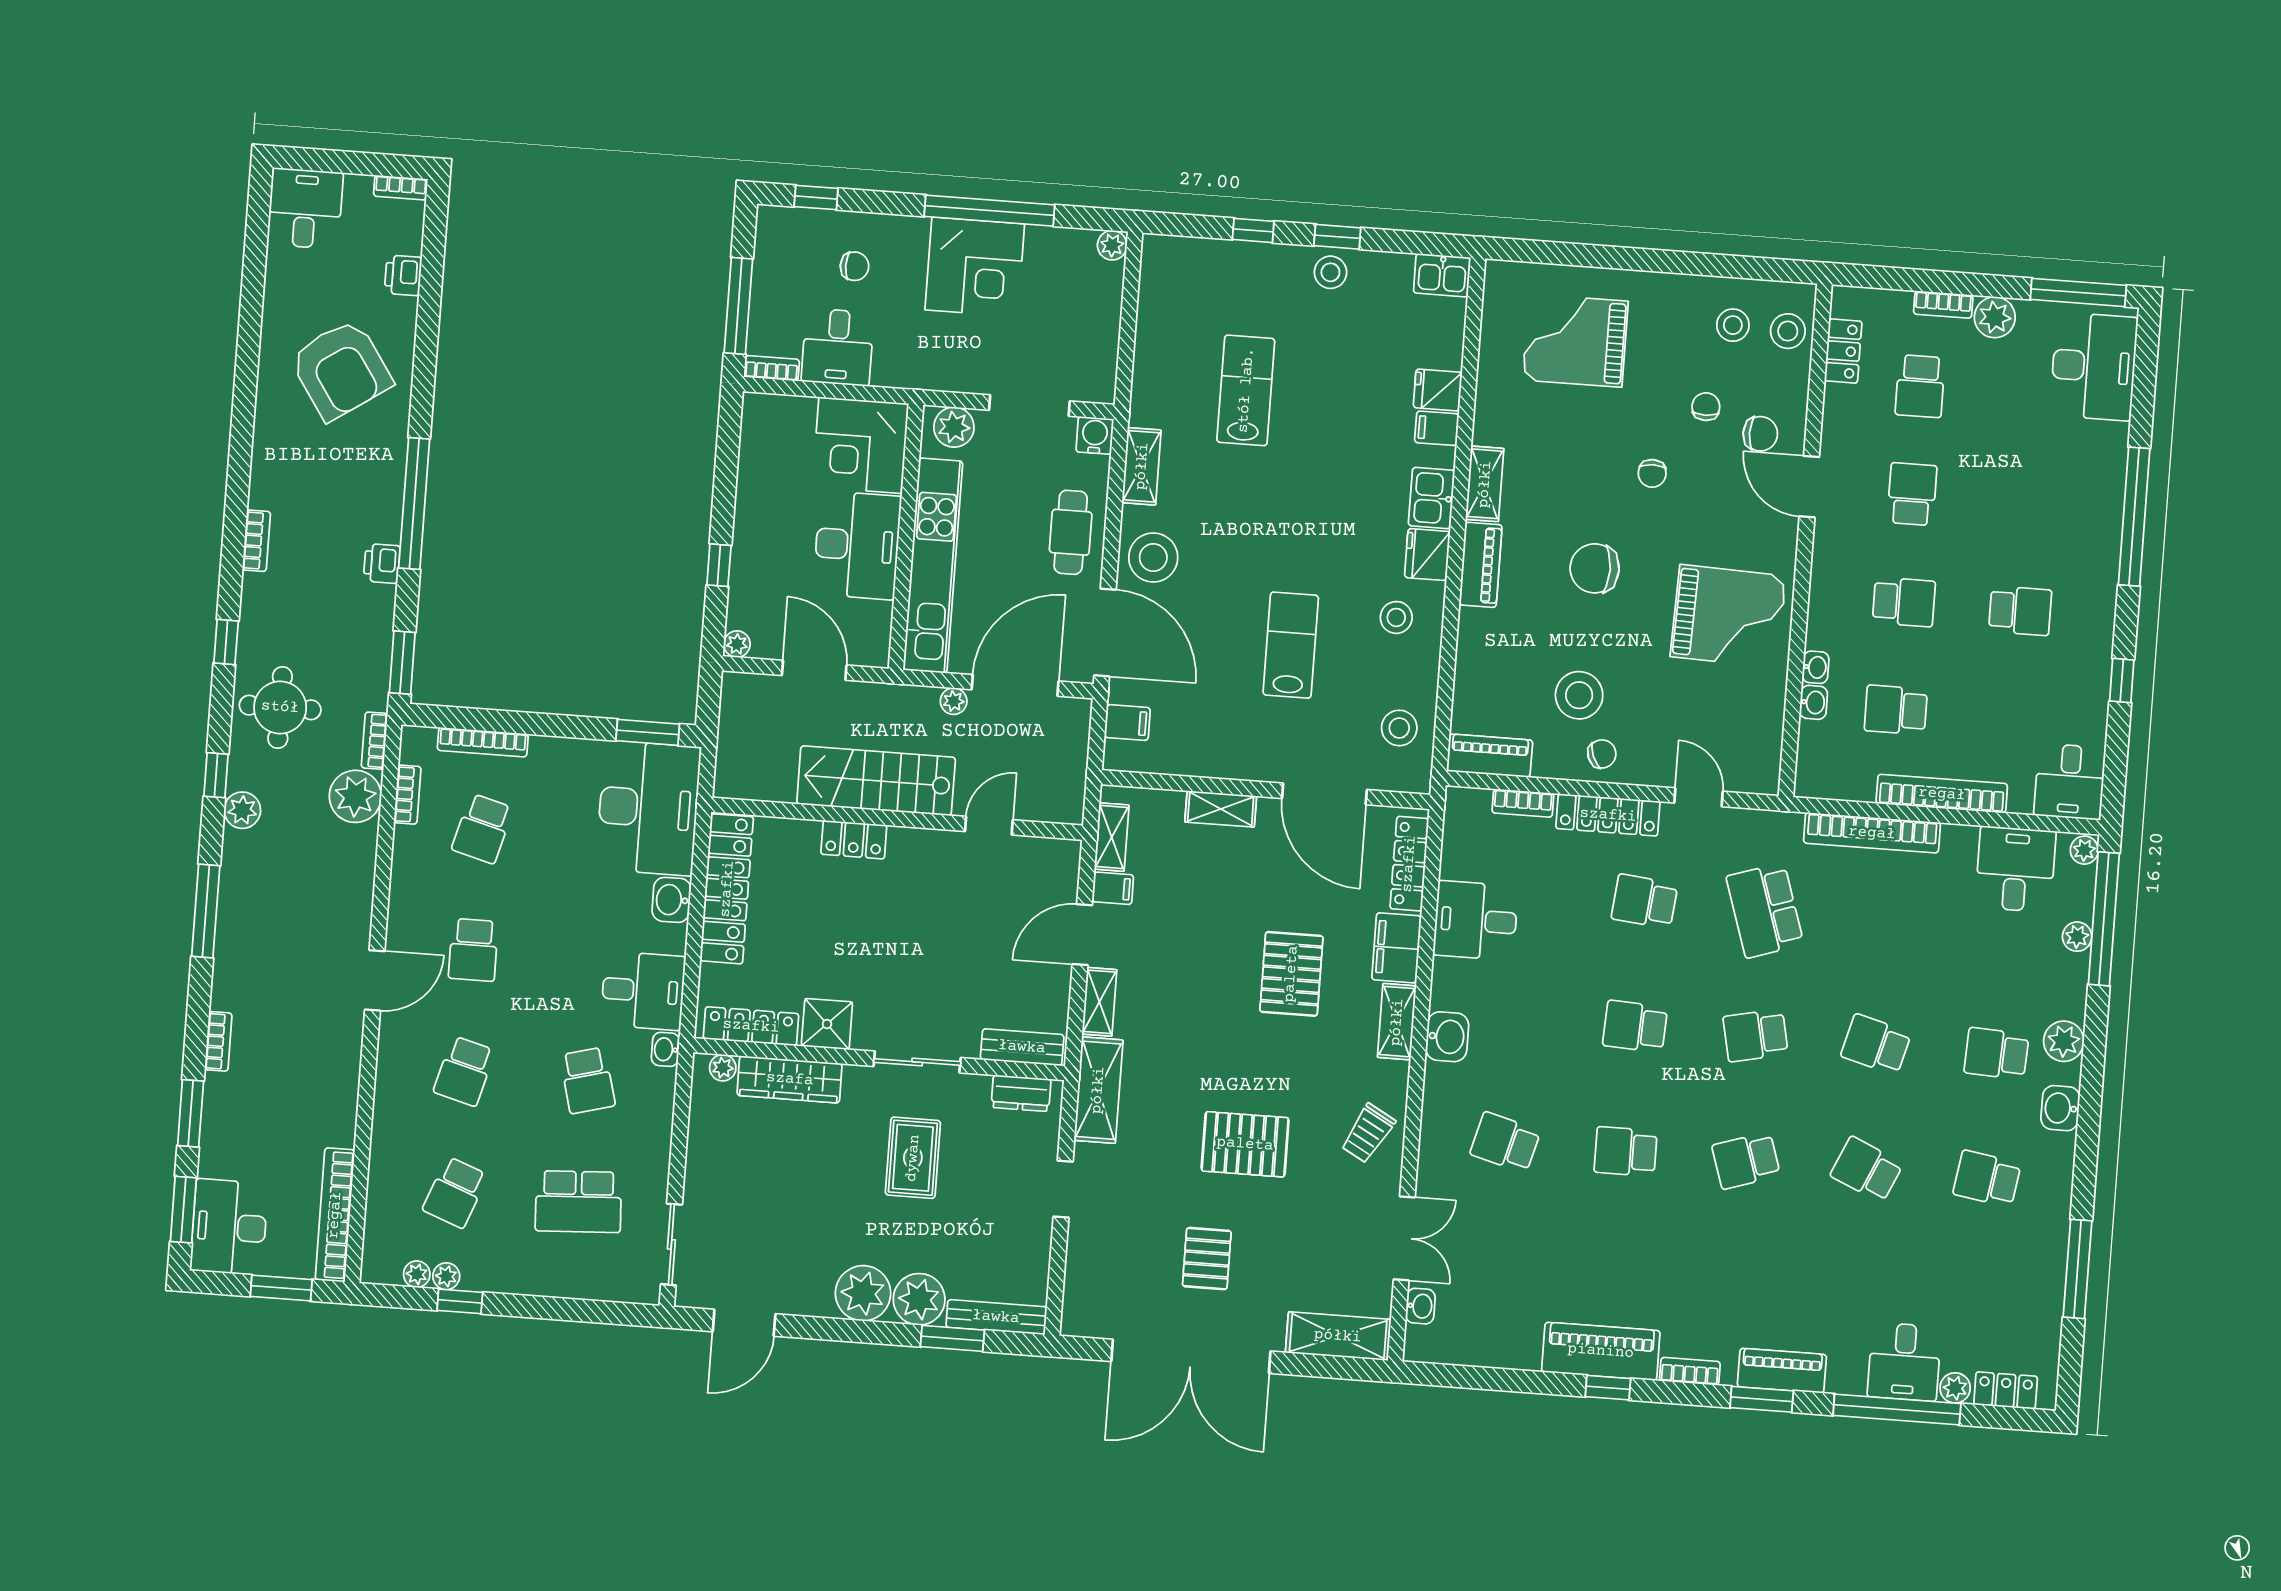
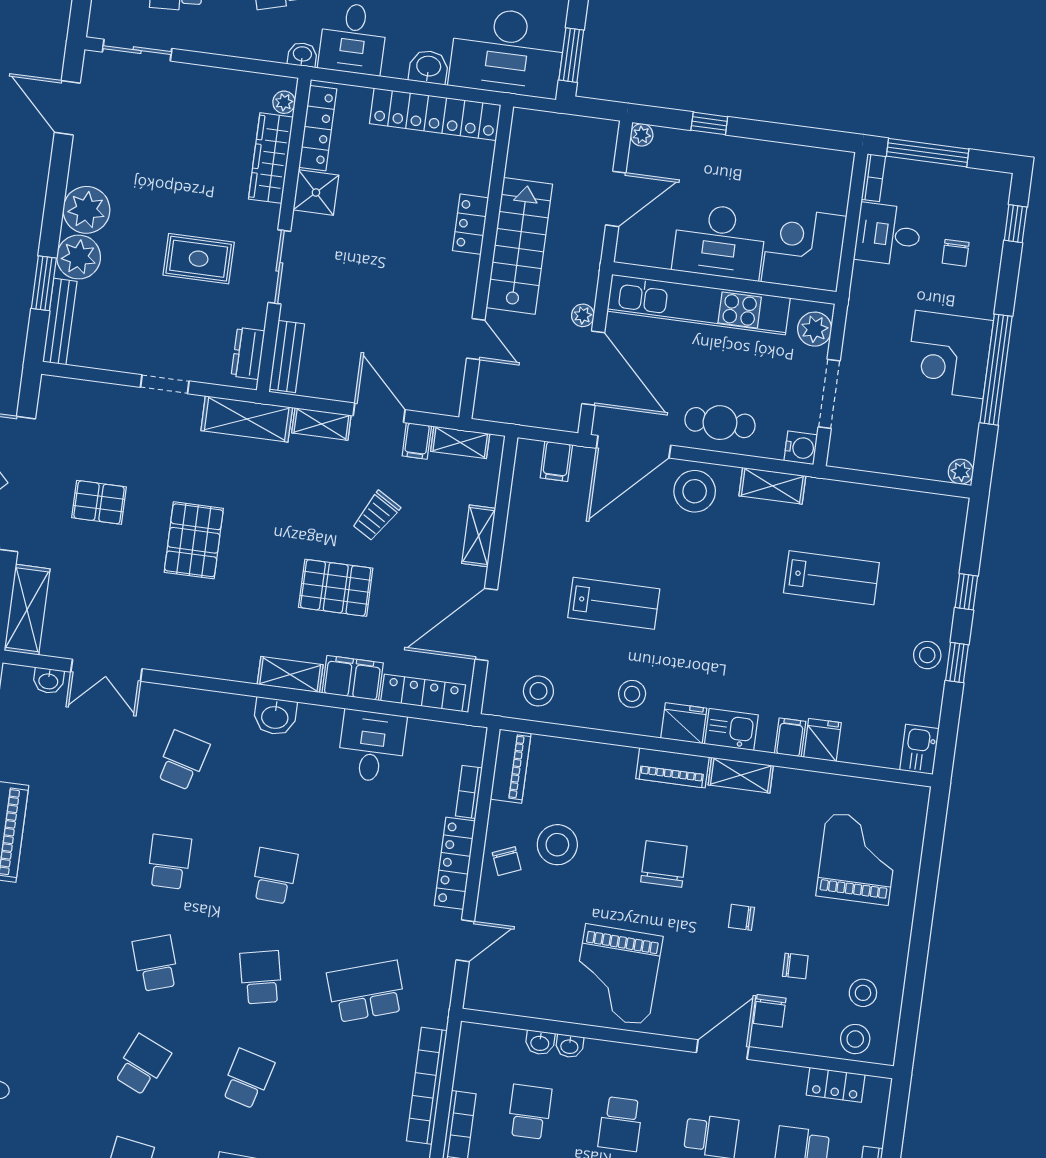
school desk: (1644, 901) -> (380, 890), removed
trolley: (1368, 1133) -> (376, 516), moved, turned -88

